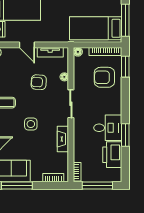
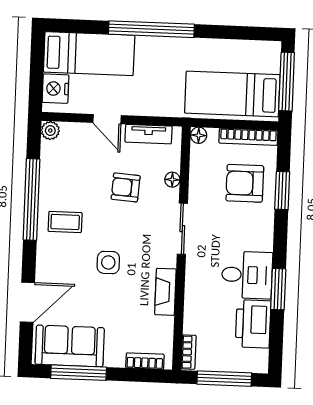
window: (125, 67) -> (282, 191), moved

